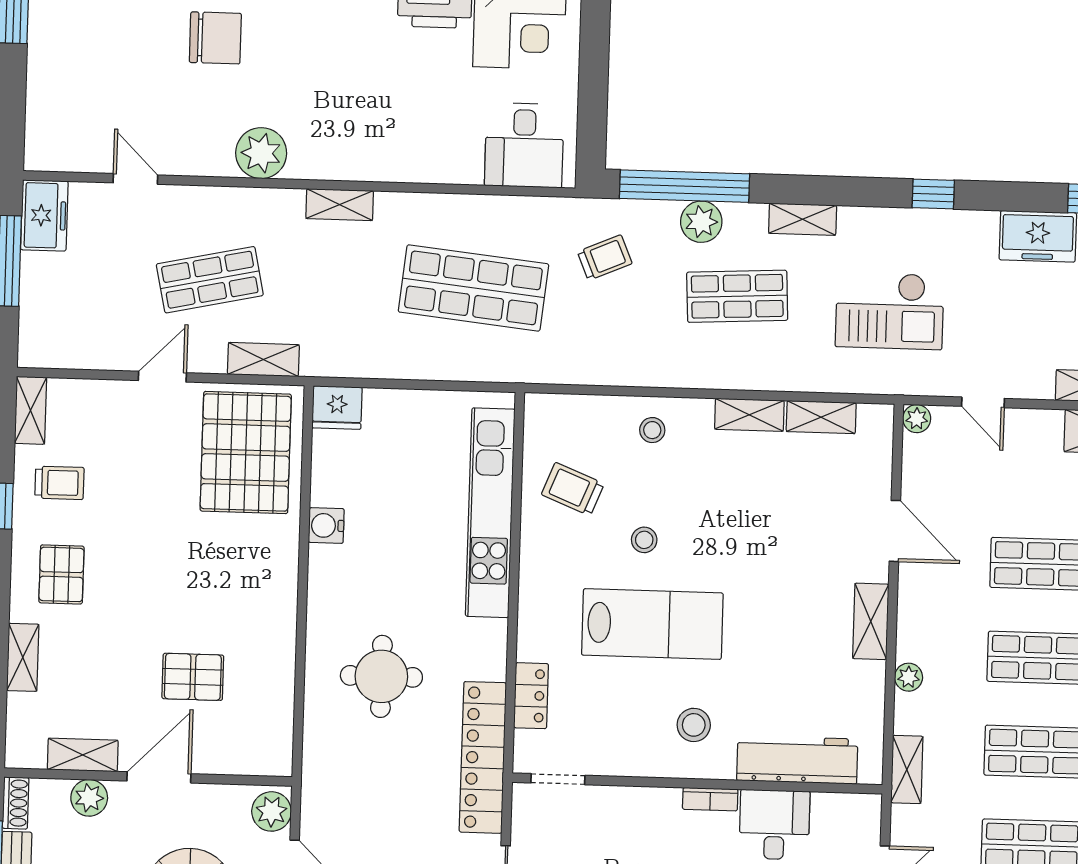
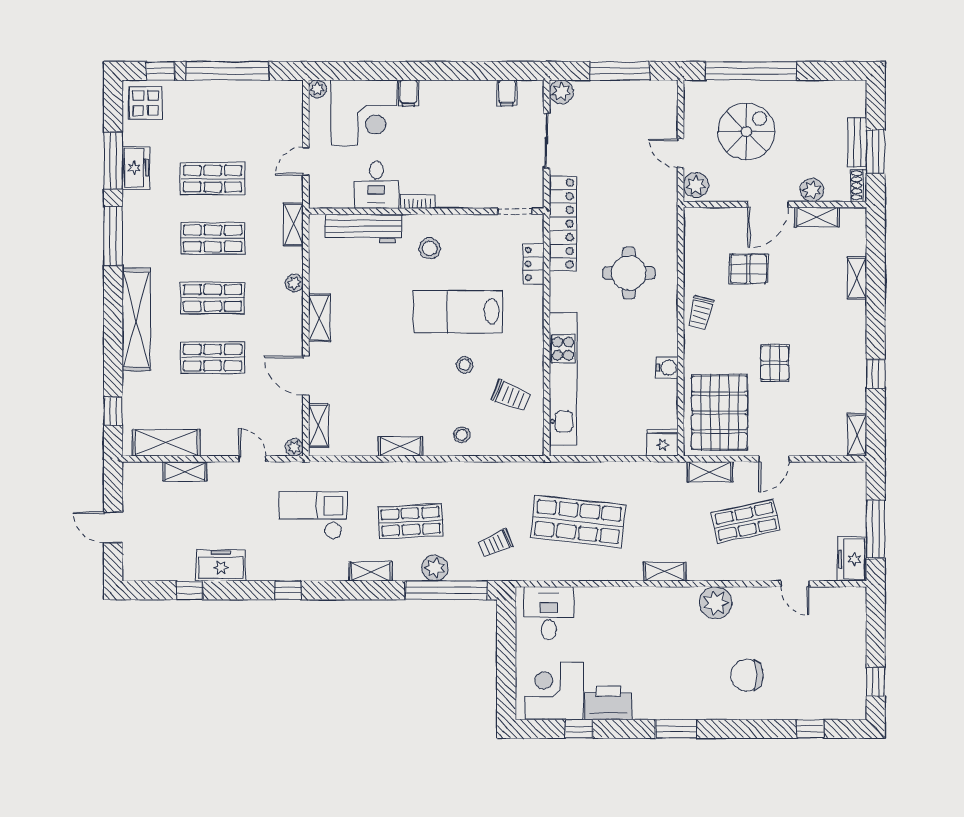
shelving: (821, 417) -> (318, 426), moved, turned 90
trolley: (59, 483) -> (701, 313), moved, turned -77
pallet: (61, 574) -> (775, 363), moved

